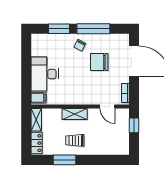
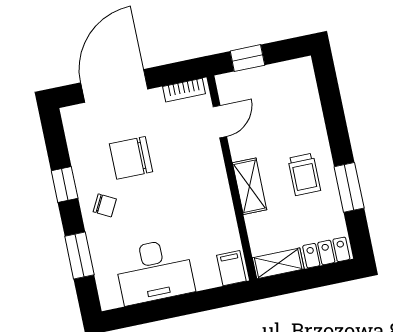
window: (93, 29) -> (65, 184), width x0.46
chair: (99, 62) -> (131, 158), turned 90
desk: (45, 74) -> (154, 271), moved

